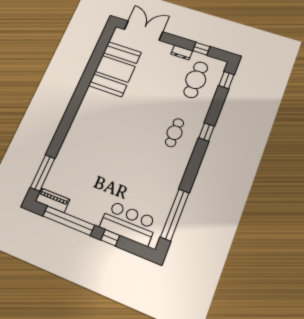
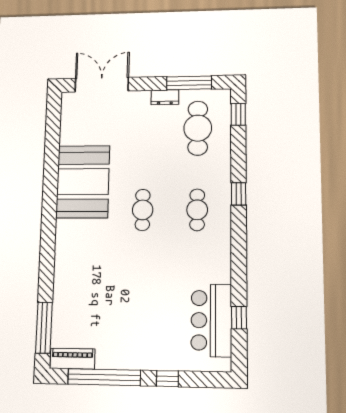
window: (201, 49) -> (189, 83), width x2.17
booth: (115, 69) -> (83, 182), moved
cafe table: (138, 120) -> (143, 210), added
window: (175, 215) -> (239, 318), width x0.32
bar counter: (129, 223) -> (211, 320), moved, turned -90

